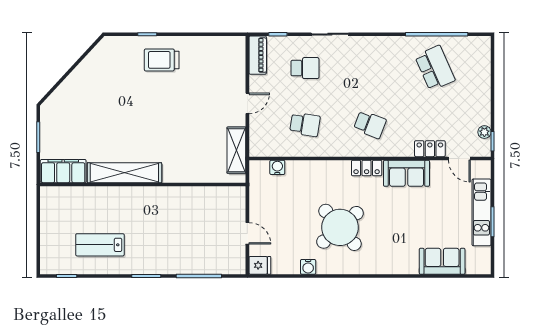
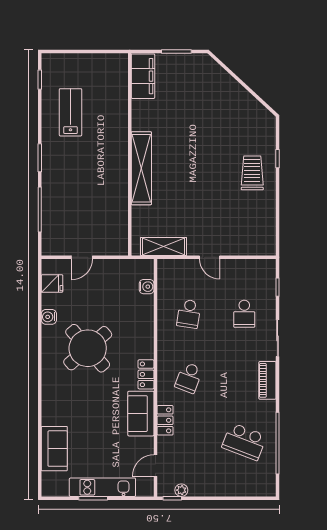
piano: (258, 55) -> (267, 380), moved, turned 90
school desk: (435, 68) -> (244, 442), turned 45
locker: (430, 149) -> (165, 420), moved
shelving: (124, 173) -> (141, 168), moved
fridge: (260, 265) -> (52, 283), moved, turned -90

